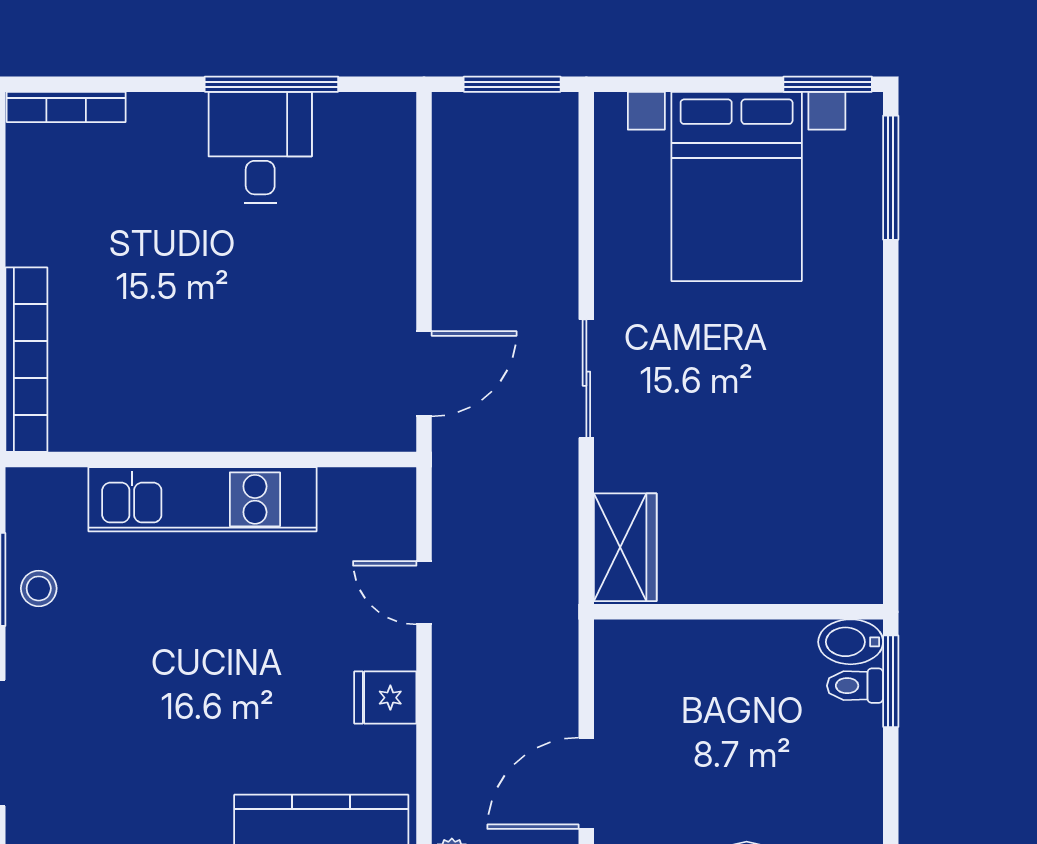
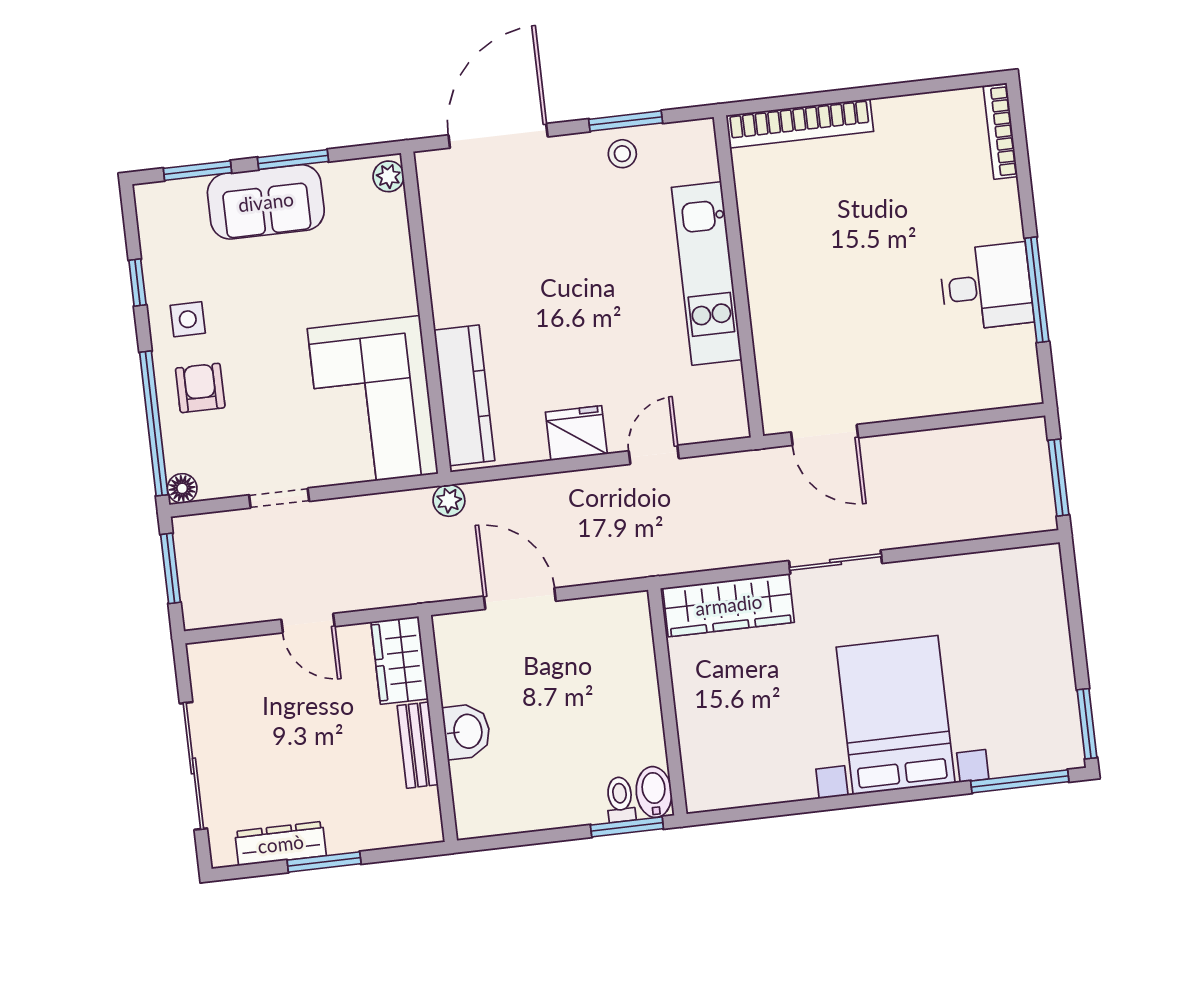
bed with nightstands: (737, 186) -> (896, 715), moved, turned 90
wardrobe: (625, 547) -> (729, 605), width x1.50
fridge: (385, 698) -> (576, 433), width x1.38

